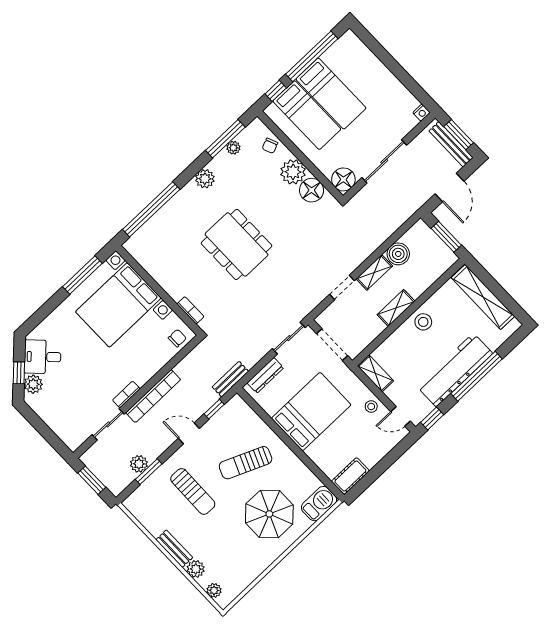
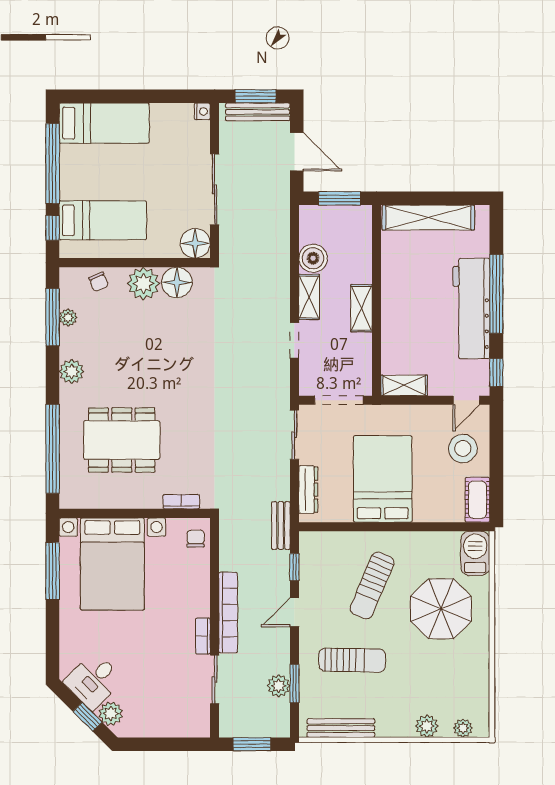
bed: (331, 94) -> (104, 123), moved
dining table: (237, 244) -> (122, 440), moved
stool: (423, 322) -> (399, 295), removed
stool: (371, 406) -> (463, 448), moved, width x1.89, depth x1.89
bench: (174, 549) -> (341, 728), moved, width x1.36

